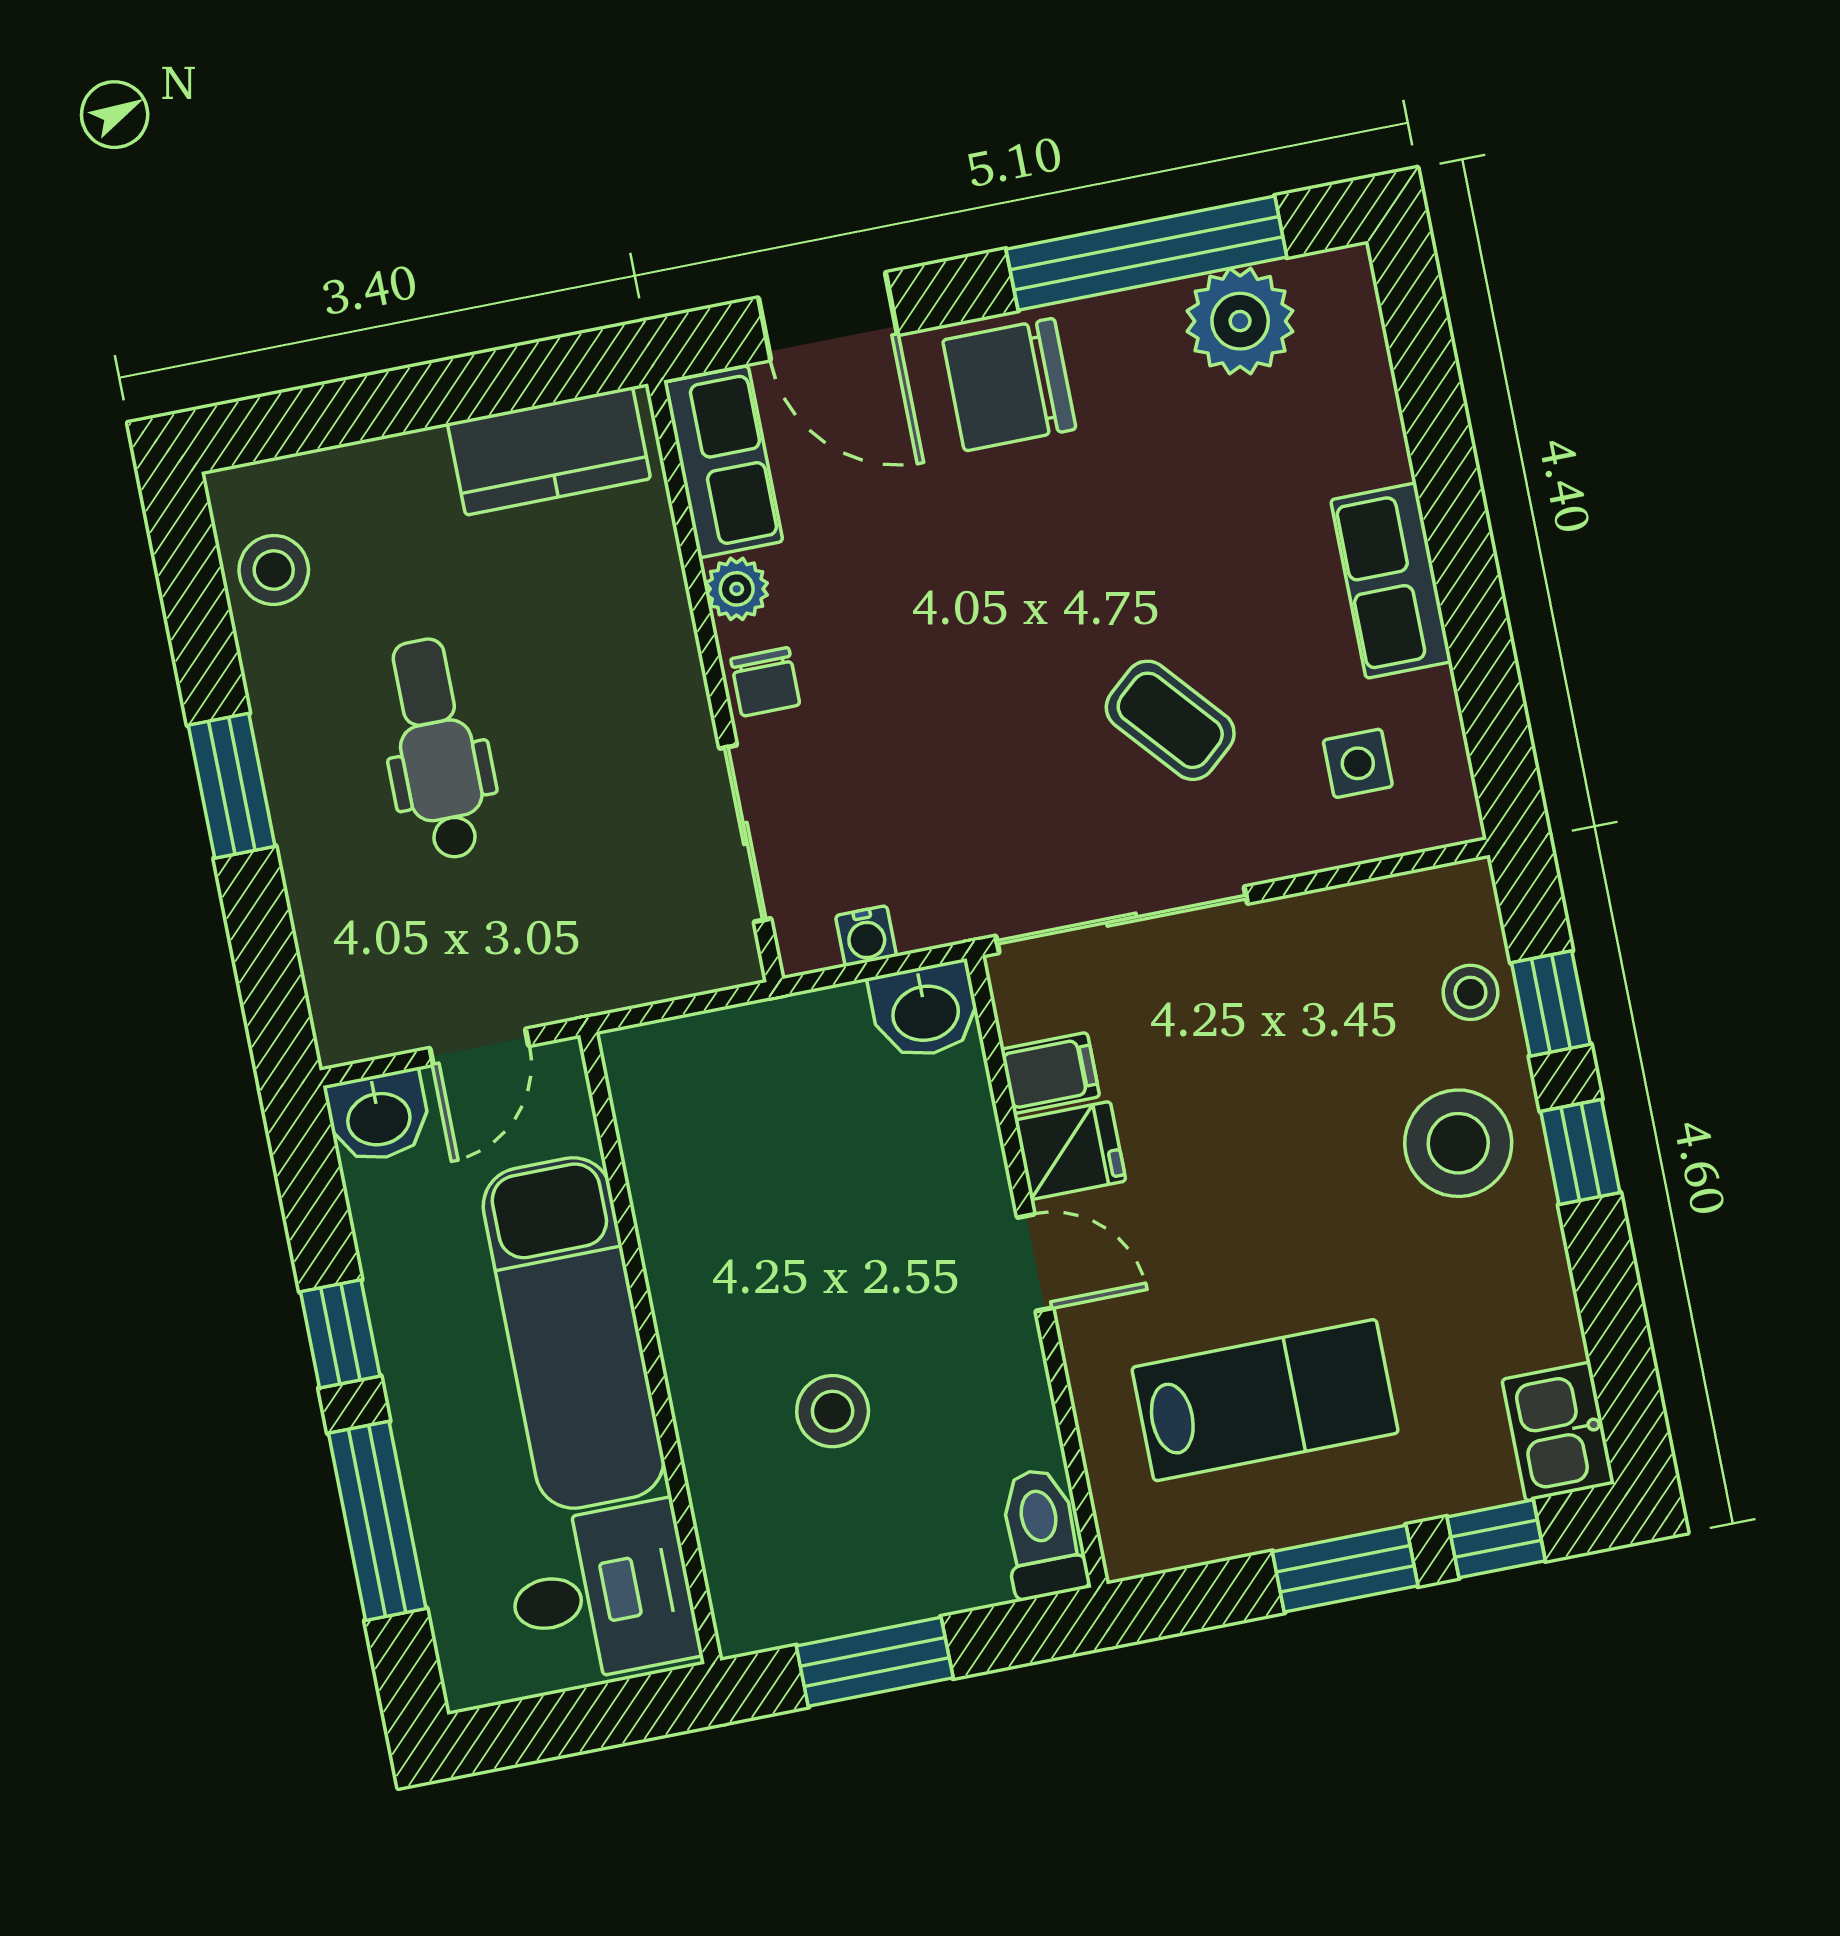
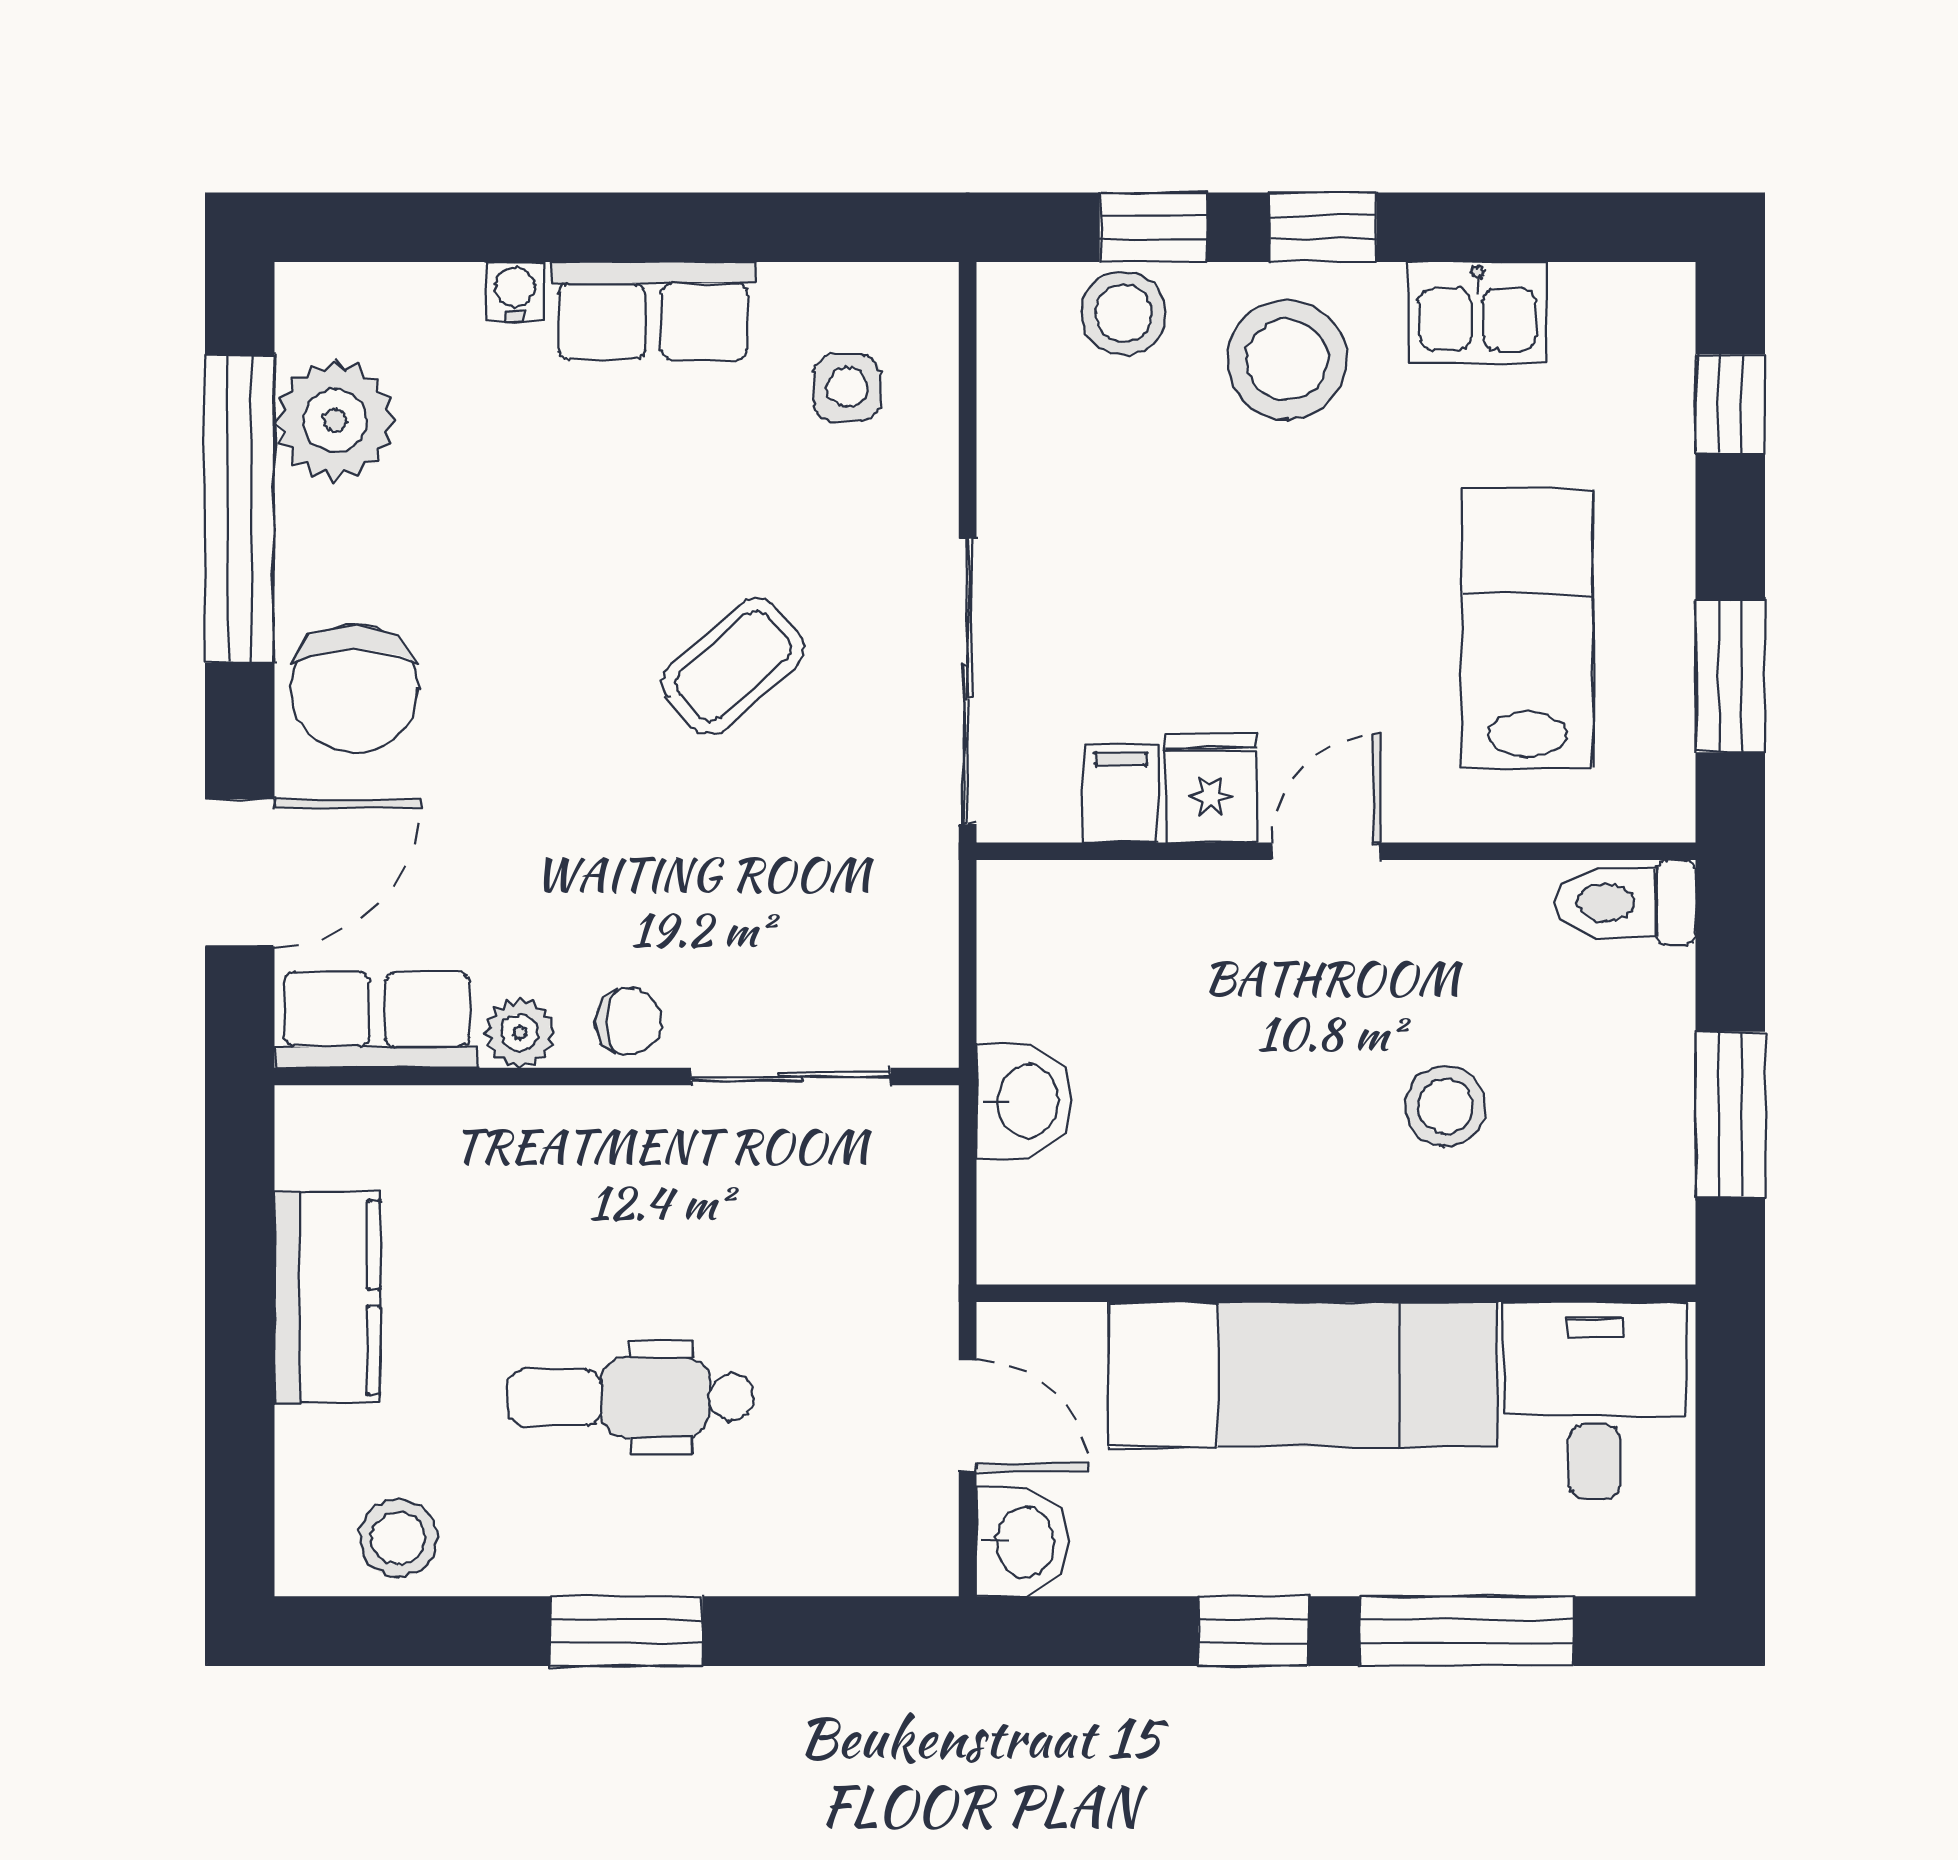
kitchen counter: (549, 451) -> (327, 1297), moved
coffee table: (1170, 720) -> (733, 666), moved
water cooler: (866, 936) -> (515, 291), moved, turned -90
stool: (1470, 992) -> (1124, 313), width x1.37, depth x1.37
washbasin: (925, 1011) -> (1025, 1101), moved
kitchen sink: (1558, 1432) -> (1477, 313), moved
window: (1345, 1569) -> (1730, 676), moved

